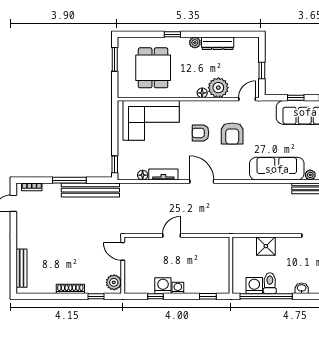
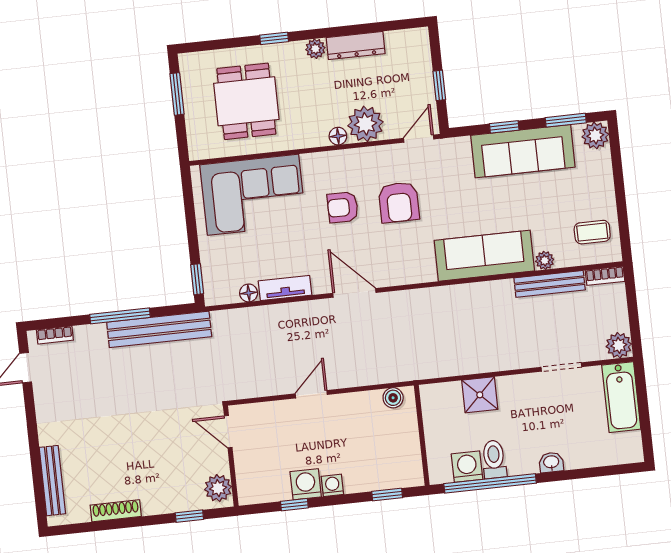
boiler: (217, 243) -> (393, 398), added
shoe rack: (70, 289) -> (116, 511), moved

